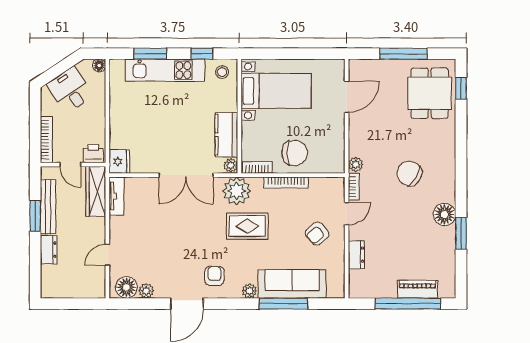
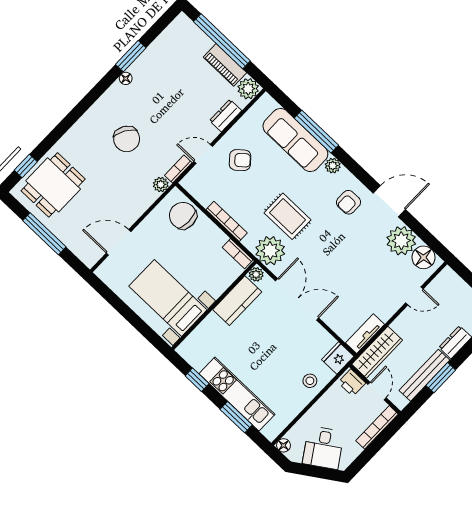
stool: (222, 72) -> (310, 381), moved
chair: (295, 153) -> (183, 216), moved
floor lamp: (444, 215) -> (126, 78), width x0.53, depth x0.53
plant: (359, 288) -> (248, 89), added
piano: (417, 289) -> (225, 65), moved
plant: (146, 291) -> (401, 241), width x1.88, depth x1.88

